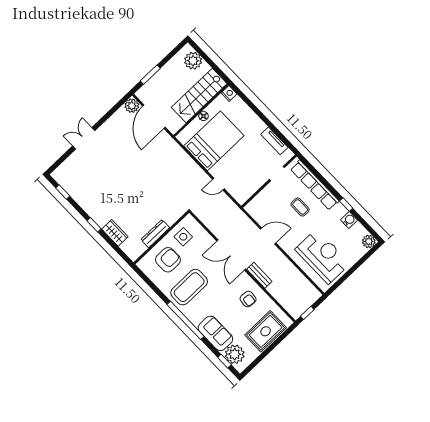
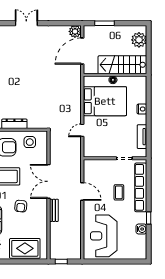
nightstand: (229, 93) -> (142, 109), moved
door: (218, 184) -> (82, 130), hinge flipped
plant: (369, 241) -> (141, 254), removed
reception desk: (323, 256) -> (104, 236), turned 180
armchair: (248, 299) -> (21, 206), moved

